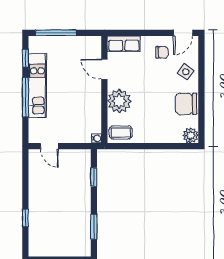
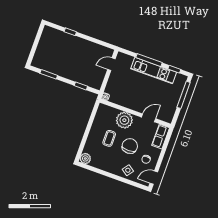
door: (183, 33) -> (154, 178), hinge flipped
chair: (186, 104) -> (130, 146), moved
coffee table: (121, 132) -> (109, 138), moved

